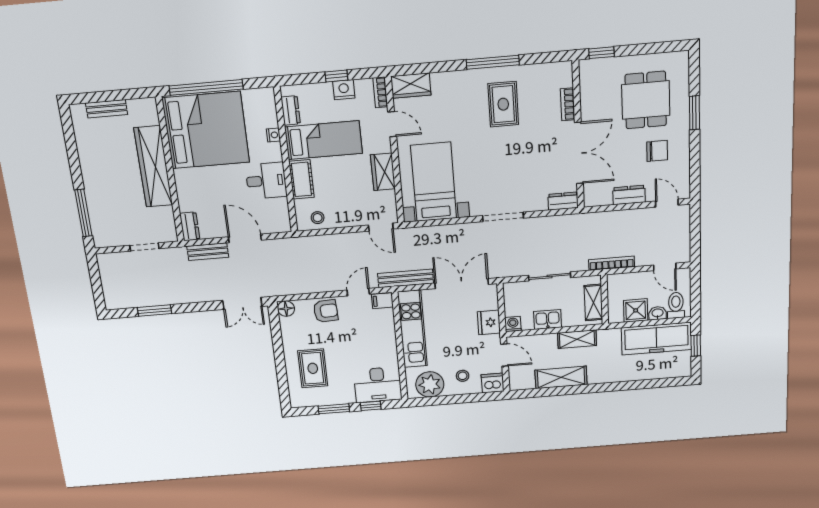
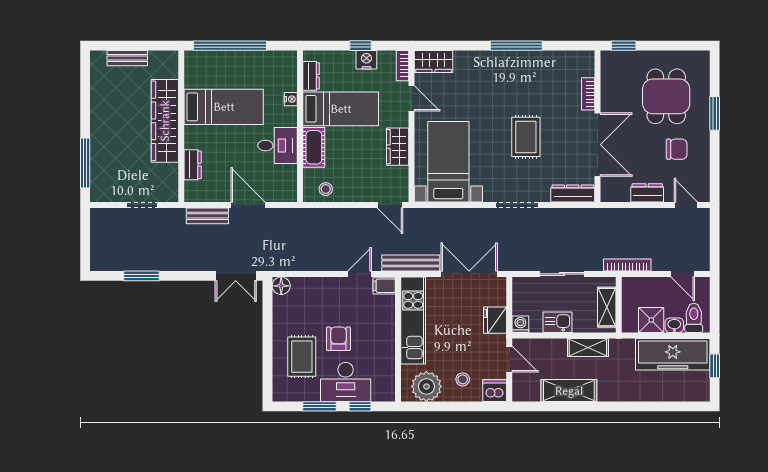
rug: (503, 104) -> (526, 137), moved
bed: (206, 130) -> (224, 107), width x0.49
dresser: (563, 201) -> (573, 193), width x1.44
dresser: (190, 226) -> (193, 165), moved
armchair: (326, 311) -> (338, 339), moved, turned -87
desk: (378, 385) -> (346, 382), moved

